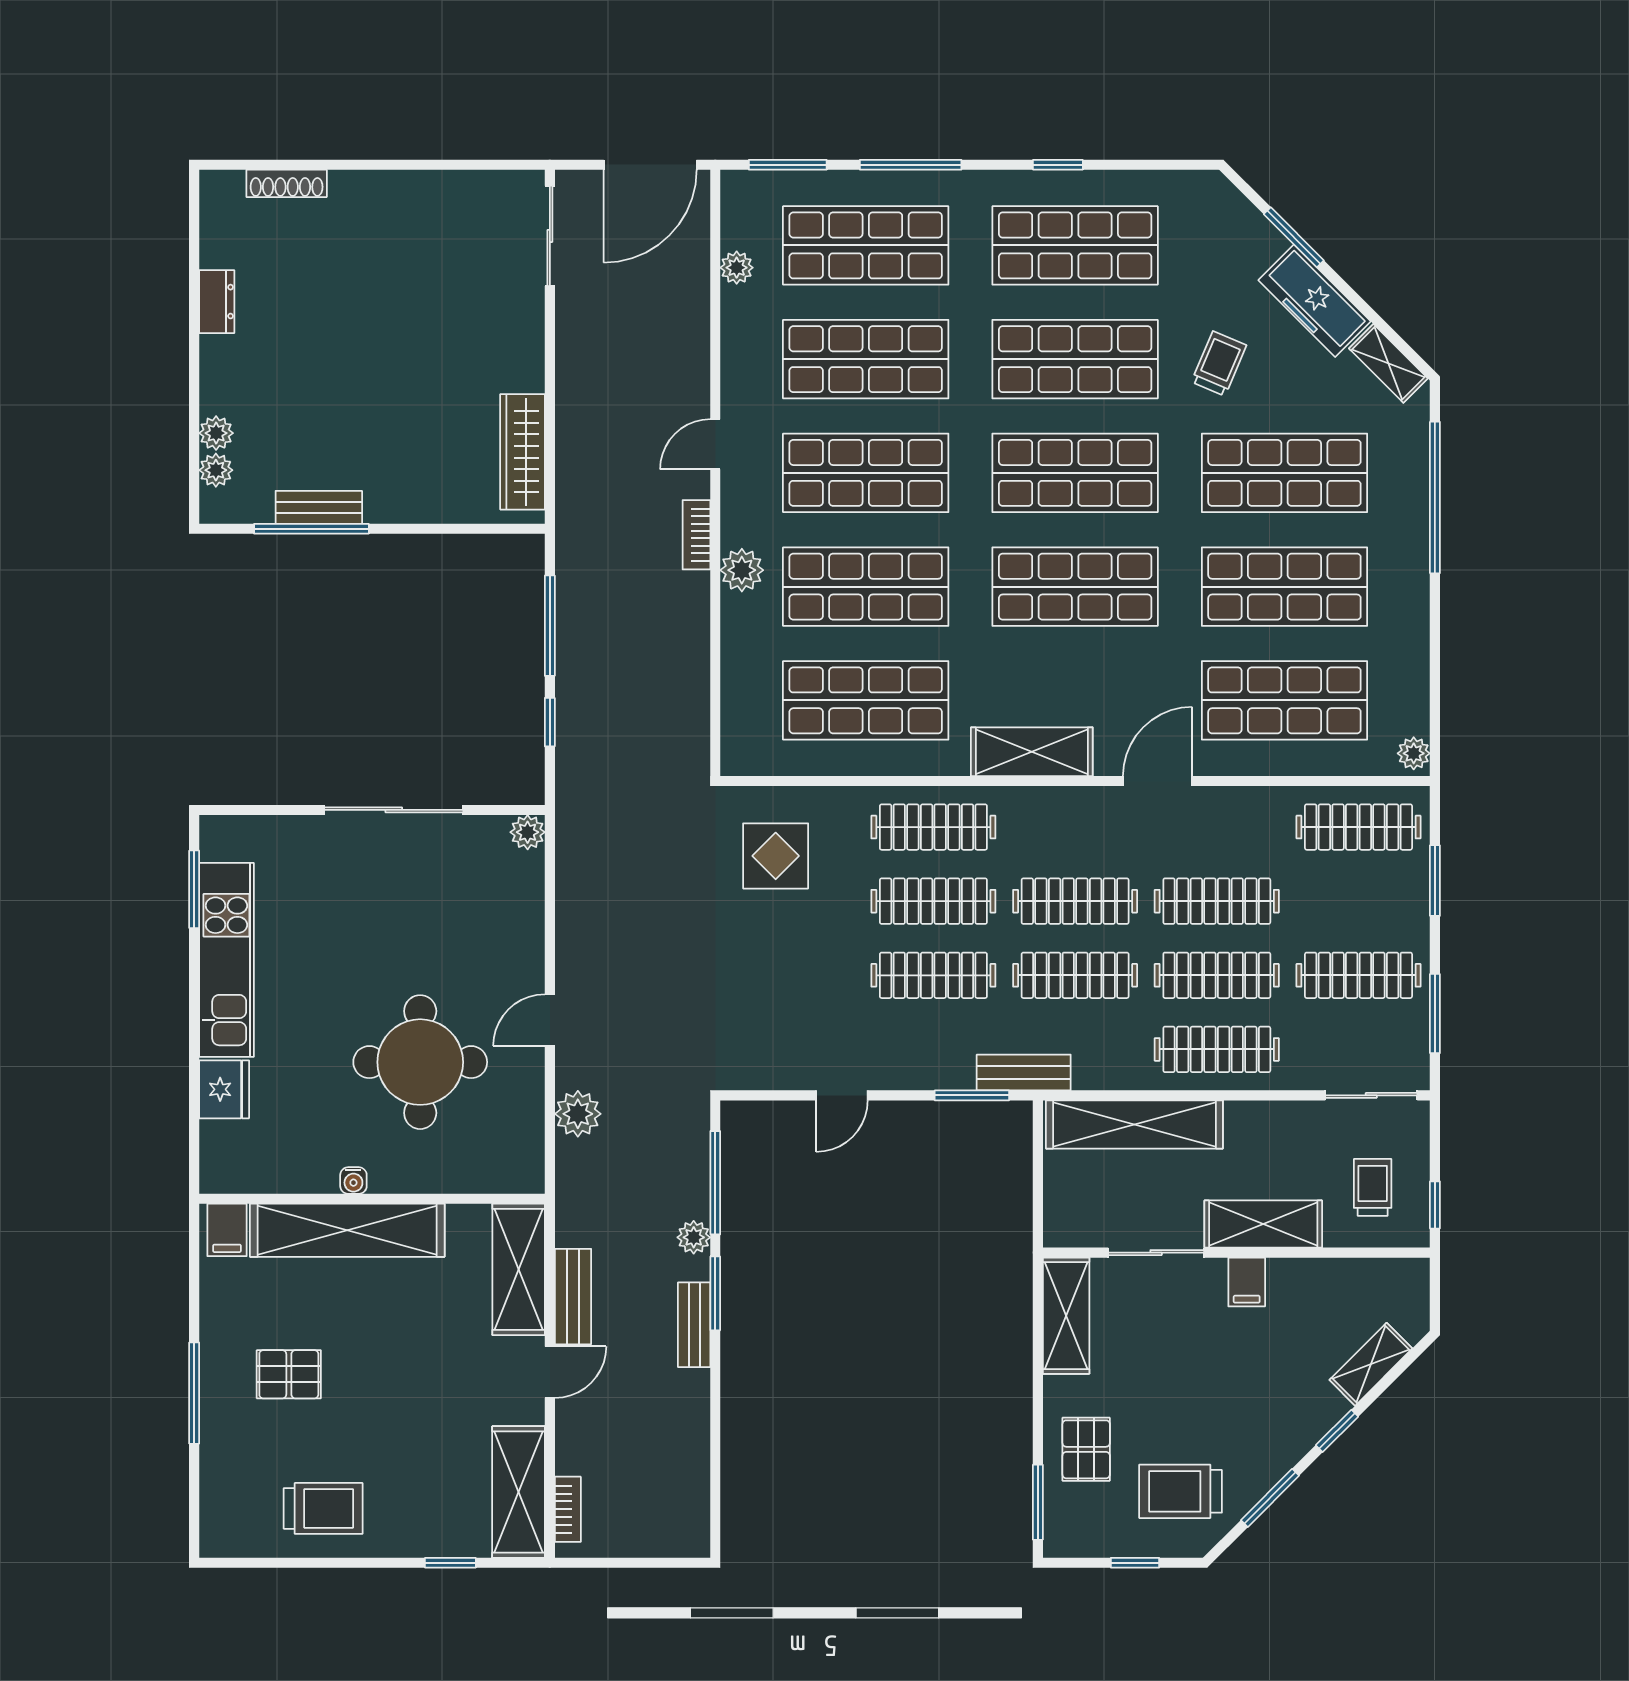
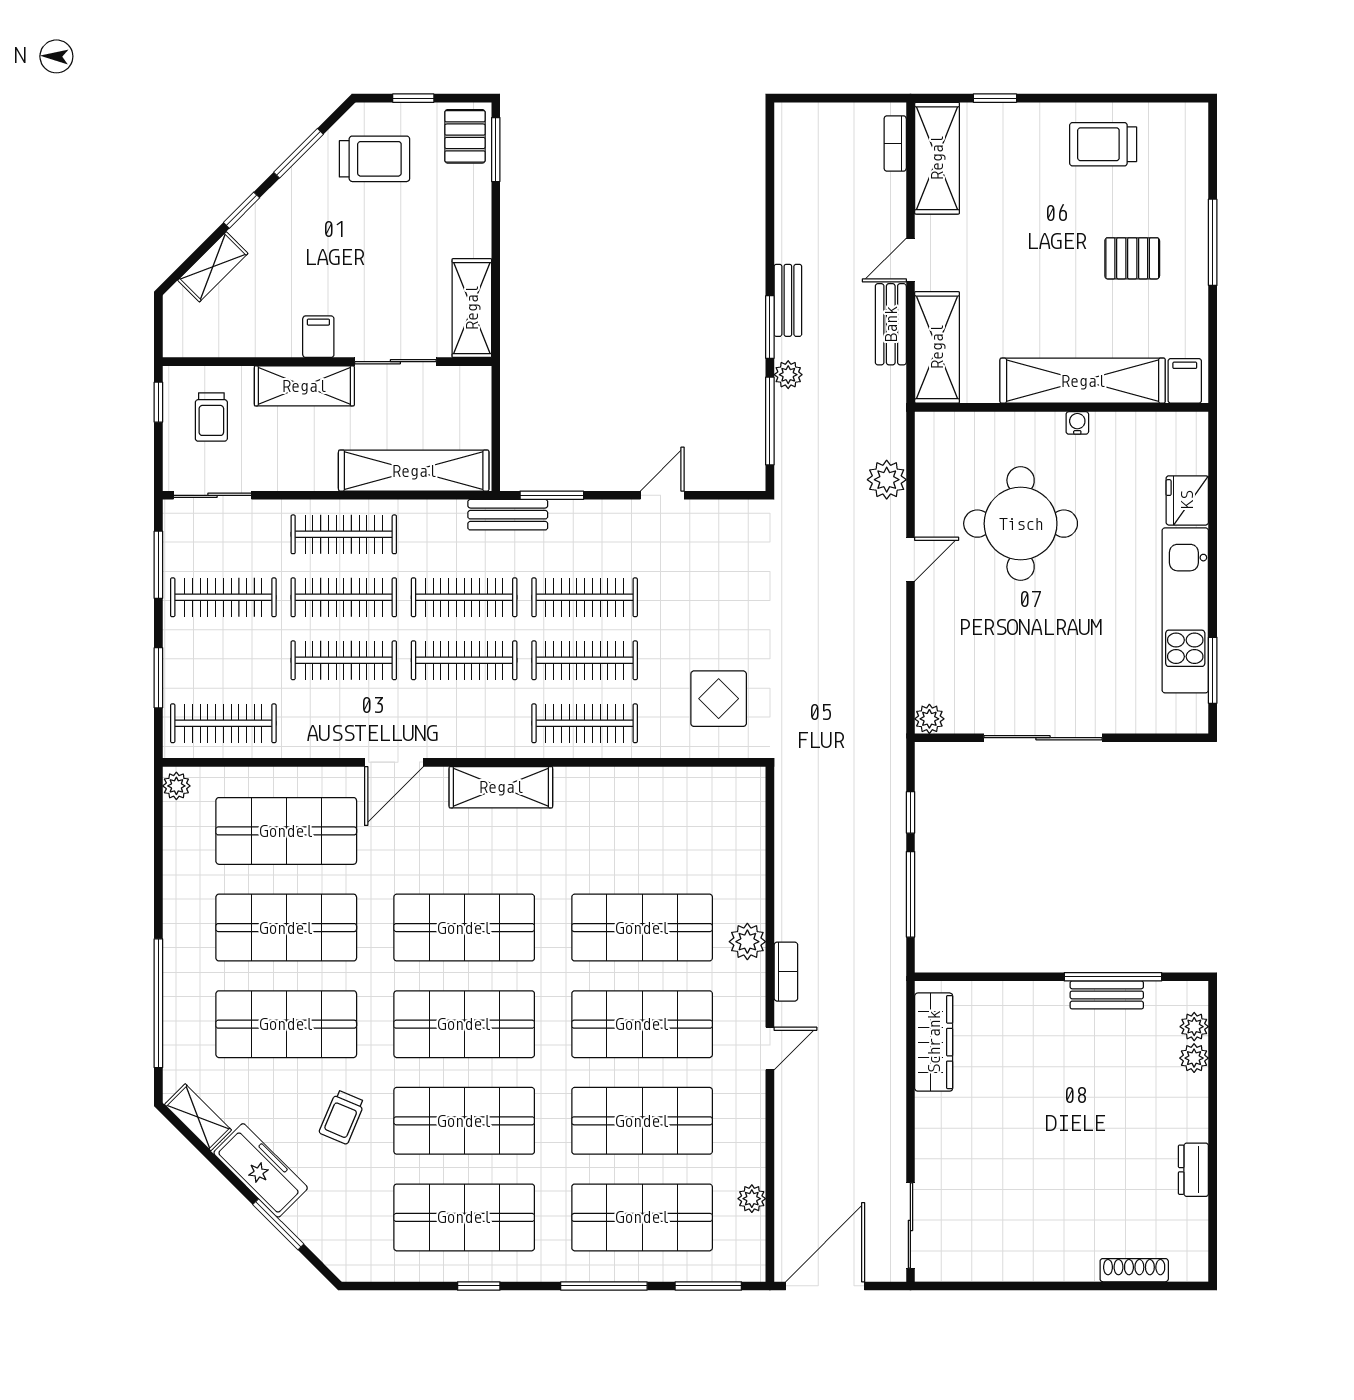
shop shelf: (866, 700) -> (642, 831), removed
pallet: (1086, 1449) -> (465, 136), moved

